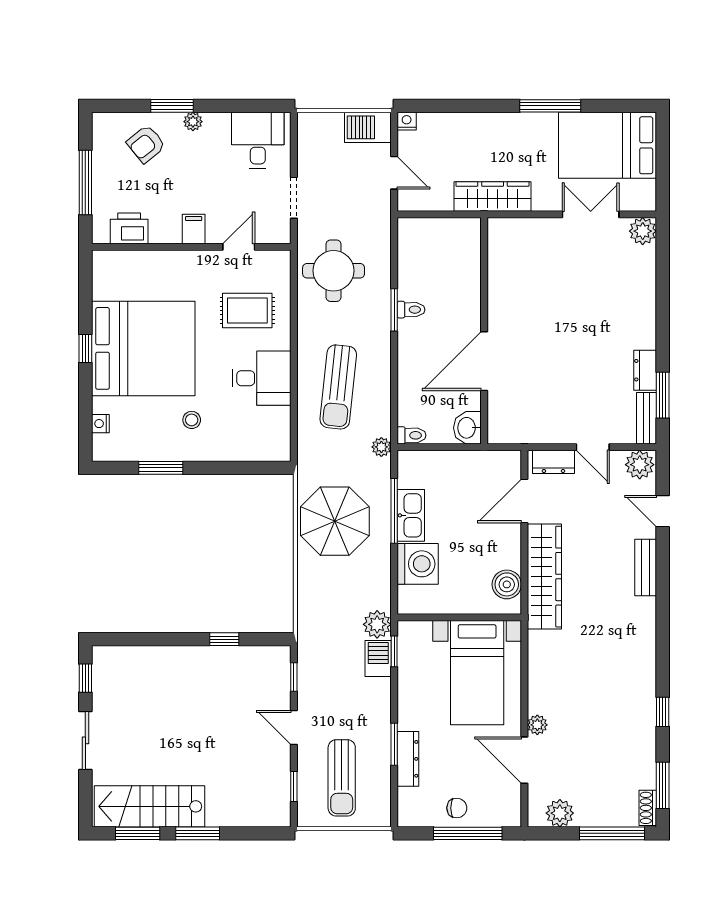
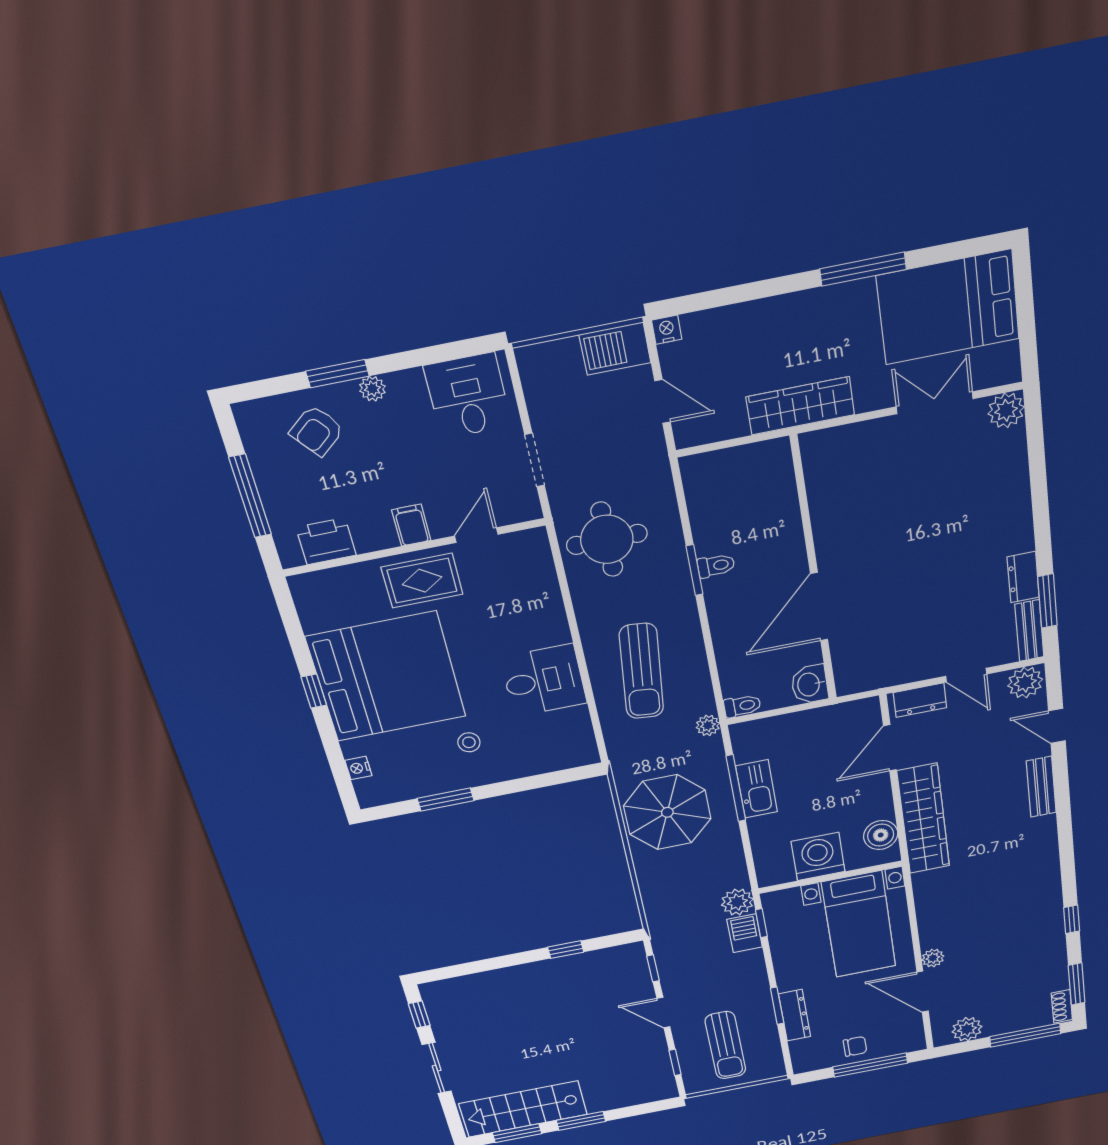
rug: (247, 311) -> (422, 581), moved
washing machine: (418, 564) -> (818, 857), moved, turned -90

